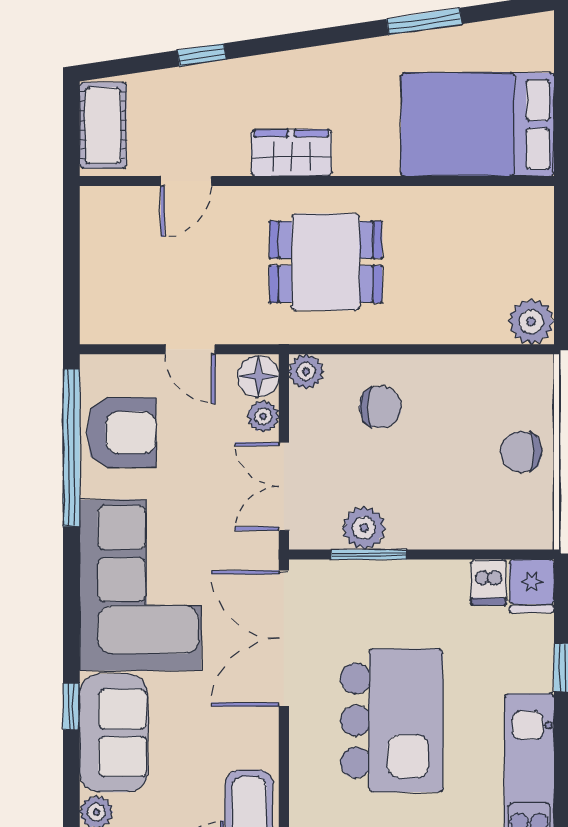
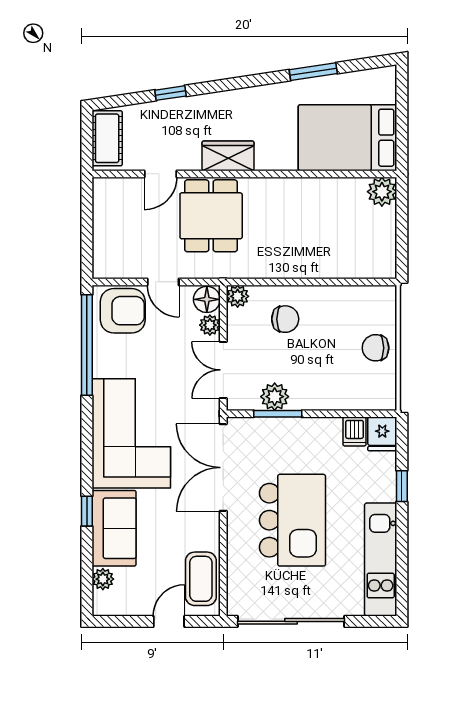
dining table: (326, 262) -> (211, 216), moved, turned 90
plant: (531, 322) -> (382, 192), moved
armchair: (121, 432) -> (123, 311), moved

